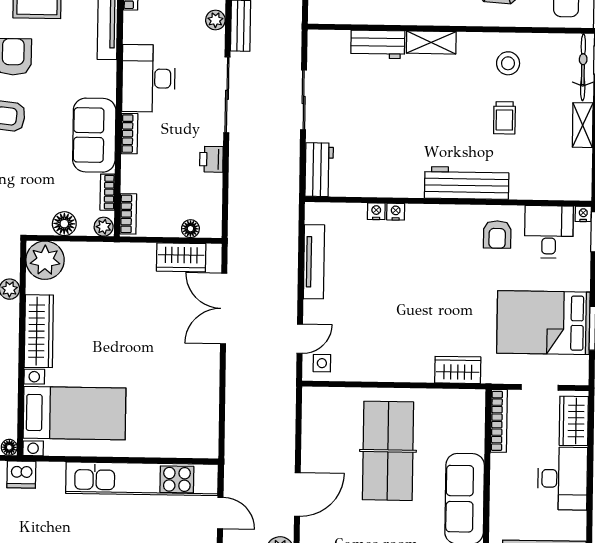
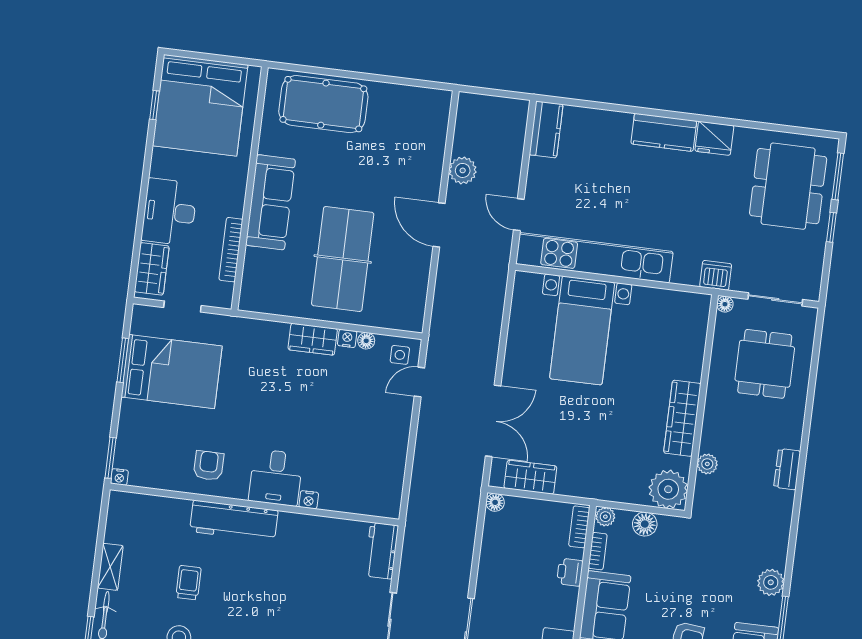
bookcase: (129, 134) -> (569, 608), removed
printer: (211, 159) -> (570, 572), moved, turned 180
nightstand: (376, 211) -> (347, 338), moved, turned 180
floor lamp: (190, 229) -> (495, 502), moved
desk: (549, 232) -> (276, 477), moved
tv unit: (314, 262) -> (397, 458), removed
wardrobe: (458, 370) -> (313, 339), moved
floor lamp: (356, 373) -> (366, 341), added
bed with nightstands: (75, 413) -> (582, 331), moved, turned -90
bookcase: (499, 421) -> (231, 250), moved
door: (297, 494) -> (439, 225), hinge flipped

